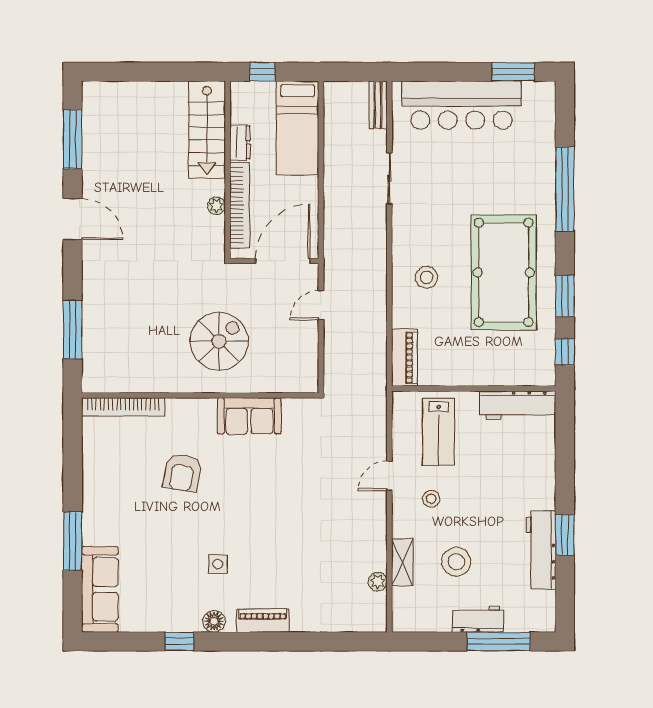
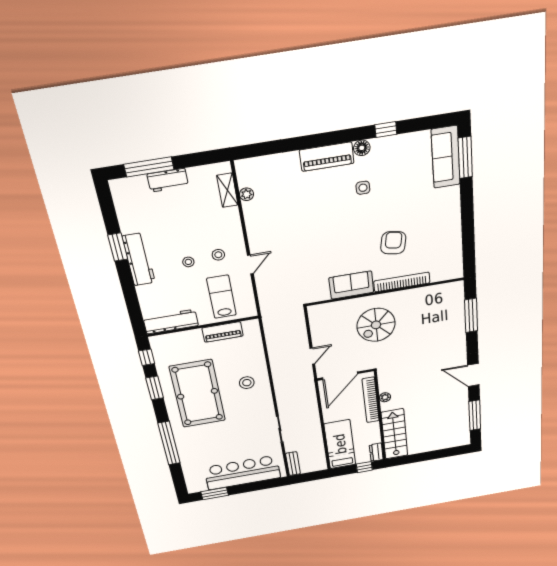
dresser: (240, 142) -> (376, 452), moved
piano: (404, 358) -> (223, 332), moved, turned -90
bookcase: (123, 407) -> (402, 282), moved
window: (73, 541) -> (465, 157), moved
workbench: (541, 550) -> (139, 259), moved
shelving: (402, 562) -> (227, 190), moved
stool: (456, 562) -> (188, 262), moved, width x0.53, depth x0.53
piano: (263, 621) -> (327, 157), width x1.37, depth x1.33

